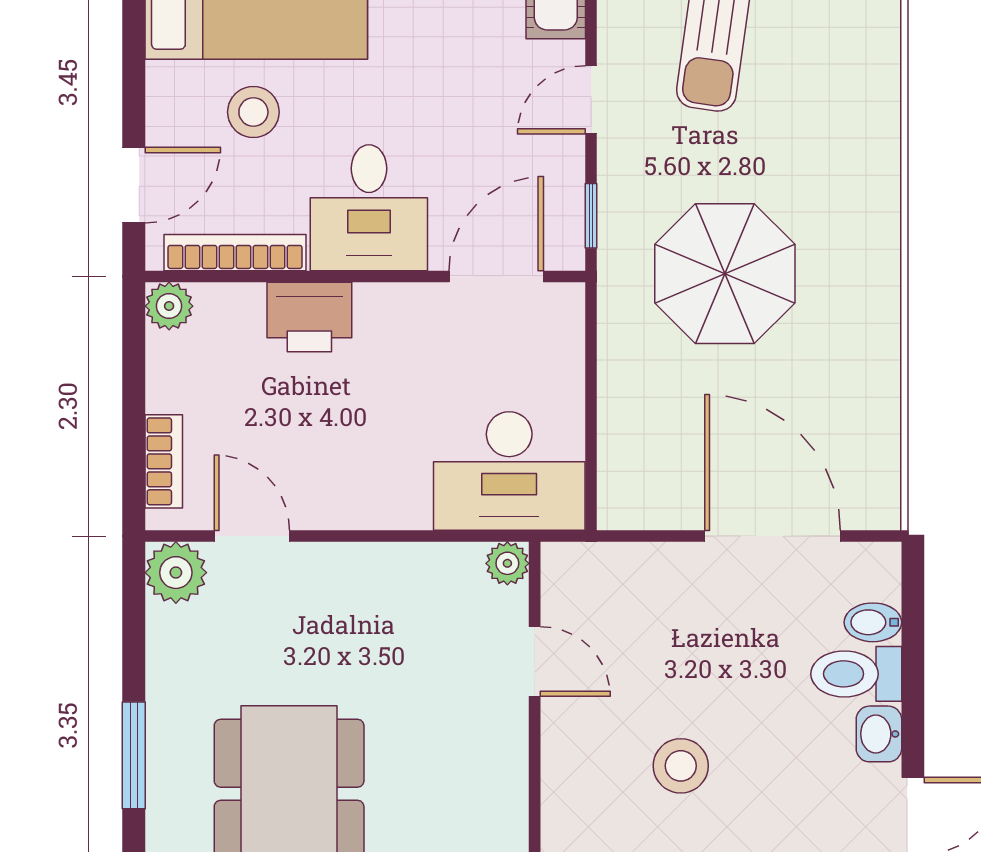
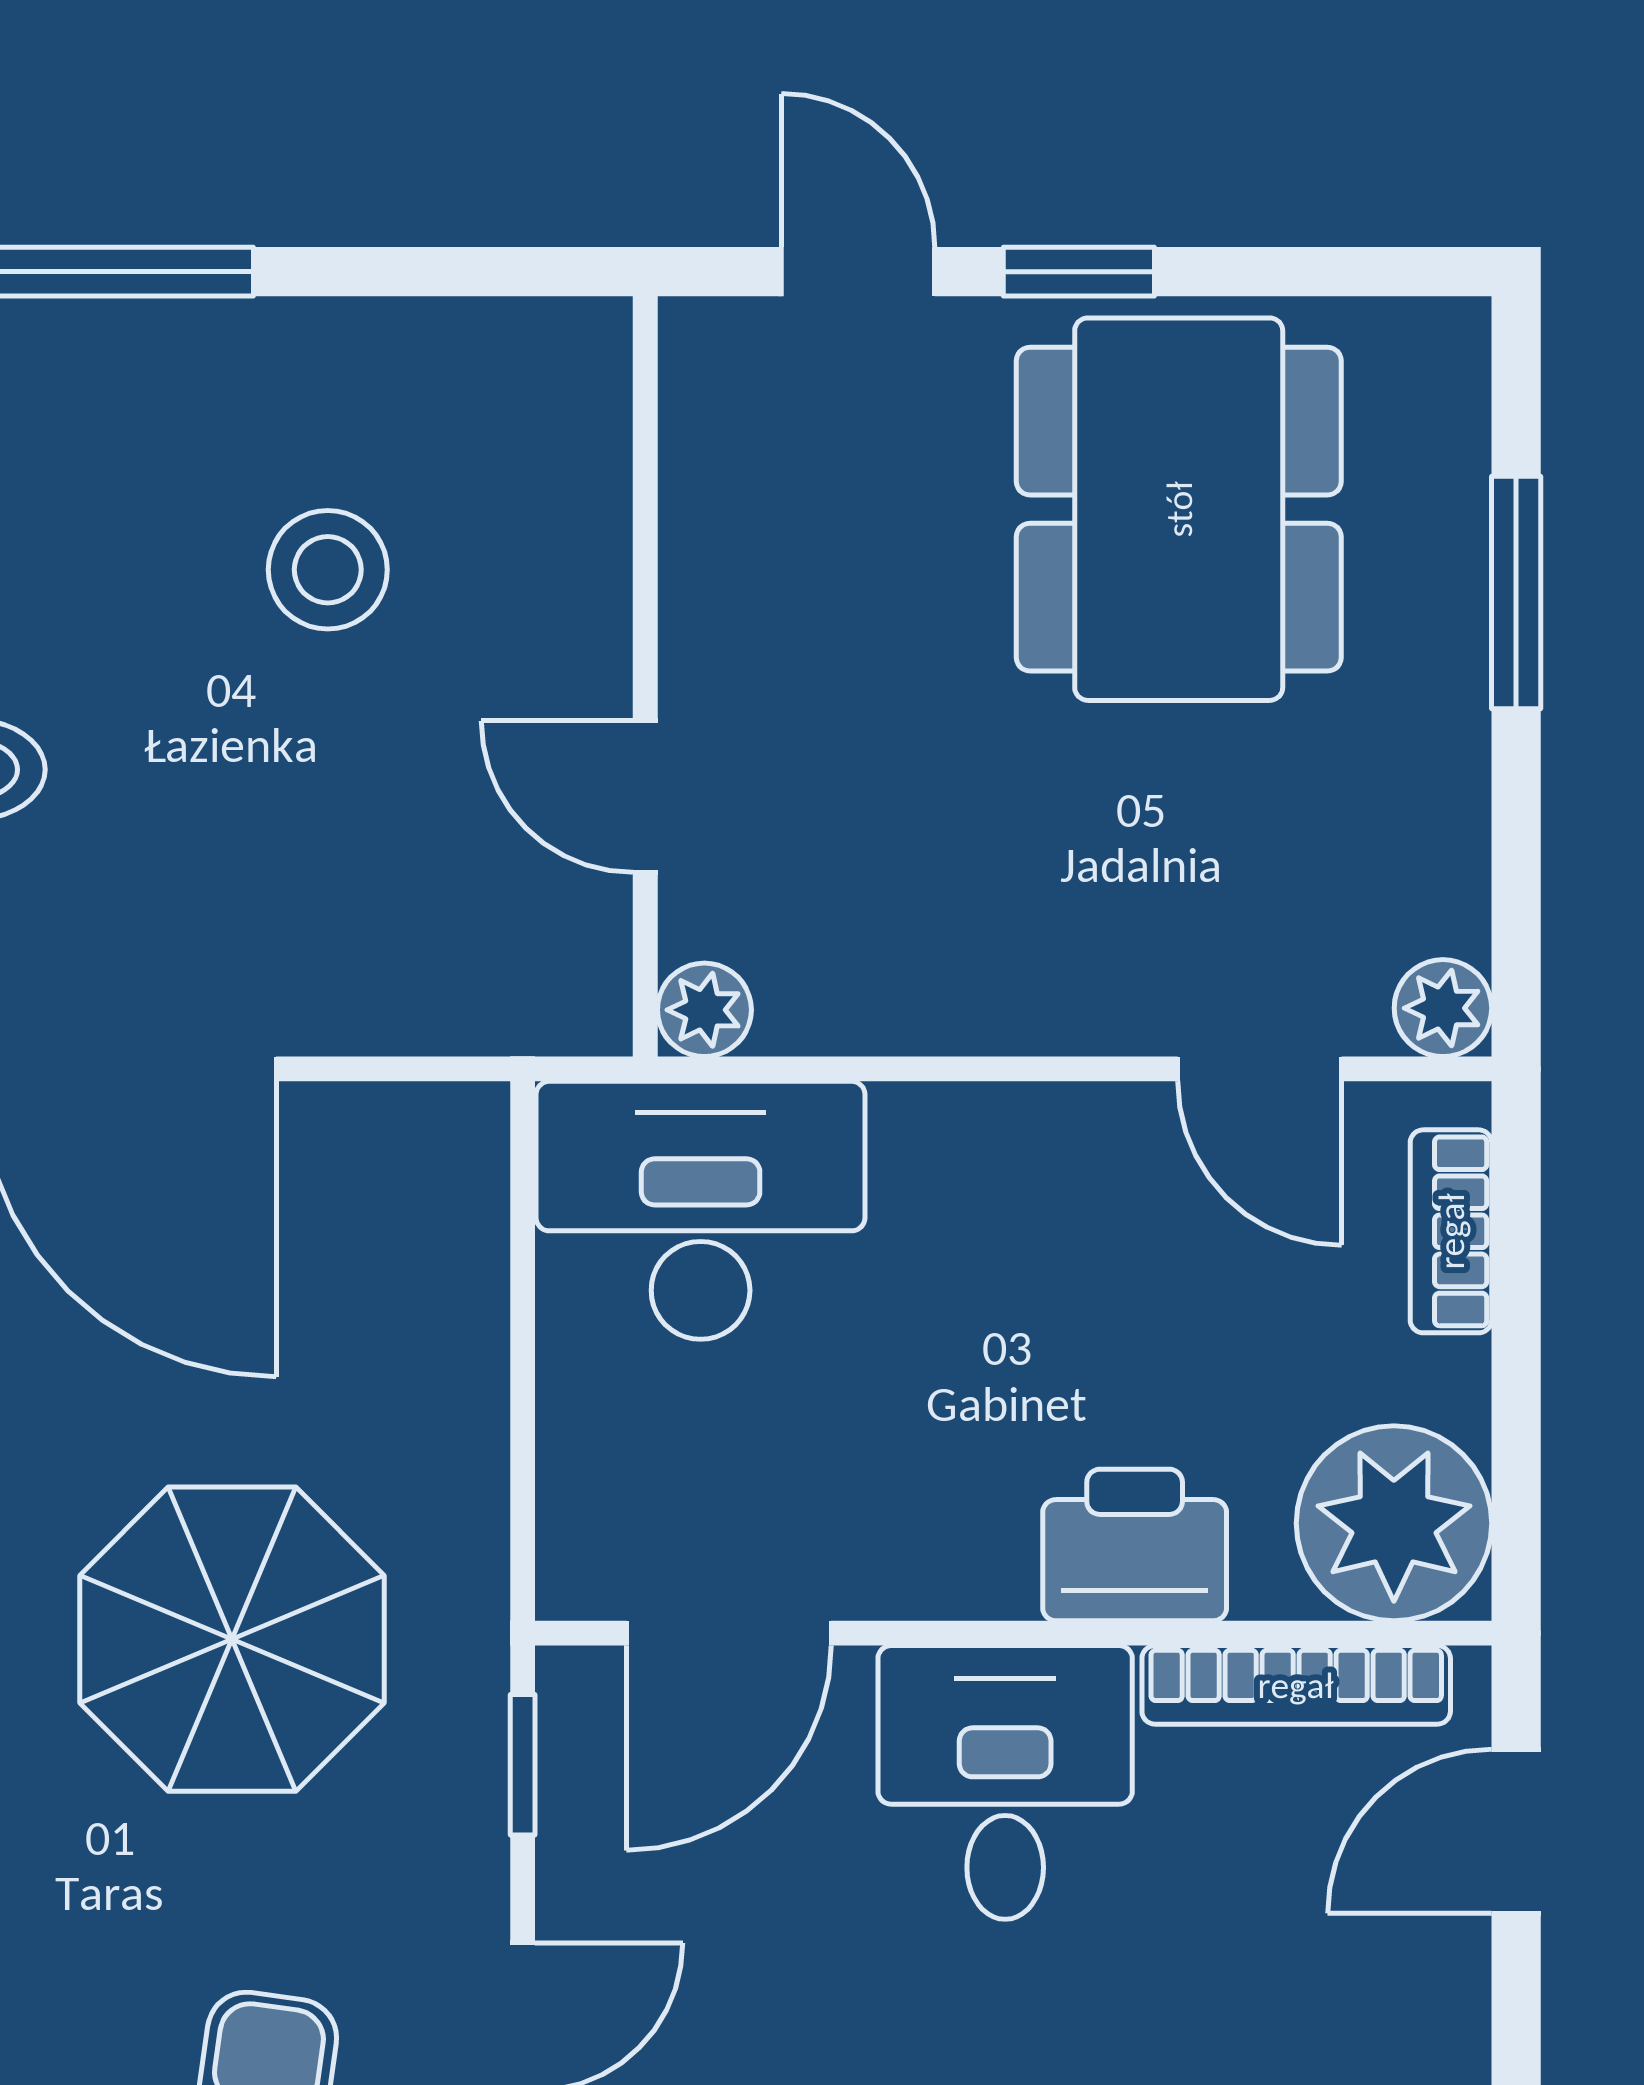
stool: (253, 112) -> (1256, 1990), removed
plant: (169, 306) -> (1394, 1523), width x1.88, depth x1.88
plant: (176, 573) -> (1443, 1008), width x0.73, depth x0.73

